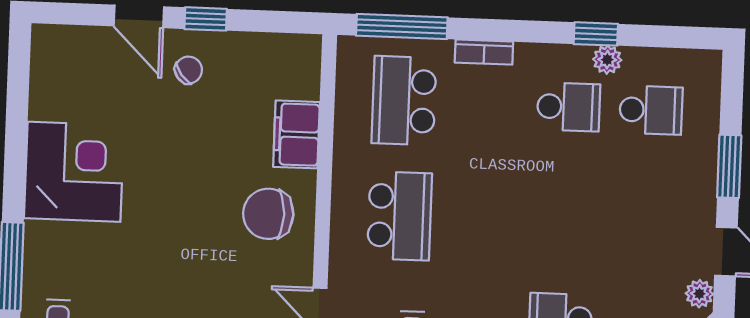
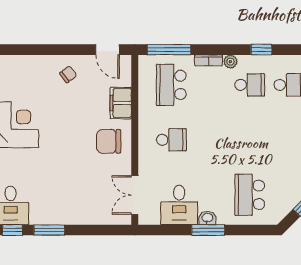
door: (139, 16) -> (107, 50), moved
window: (206, 19) -> (75, 50), removed
plant: (607, 60) -> (230, 62), moved
school desk: (400, 216) -> (171, 140), width x0.54

